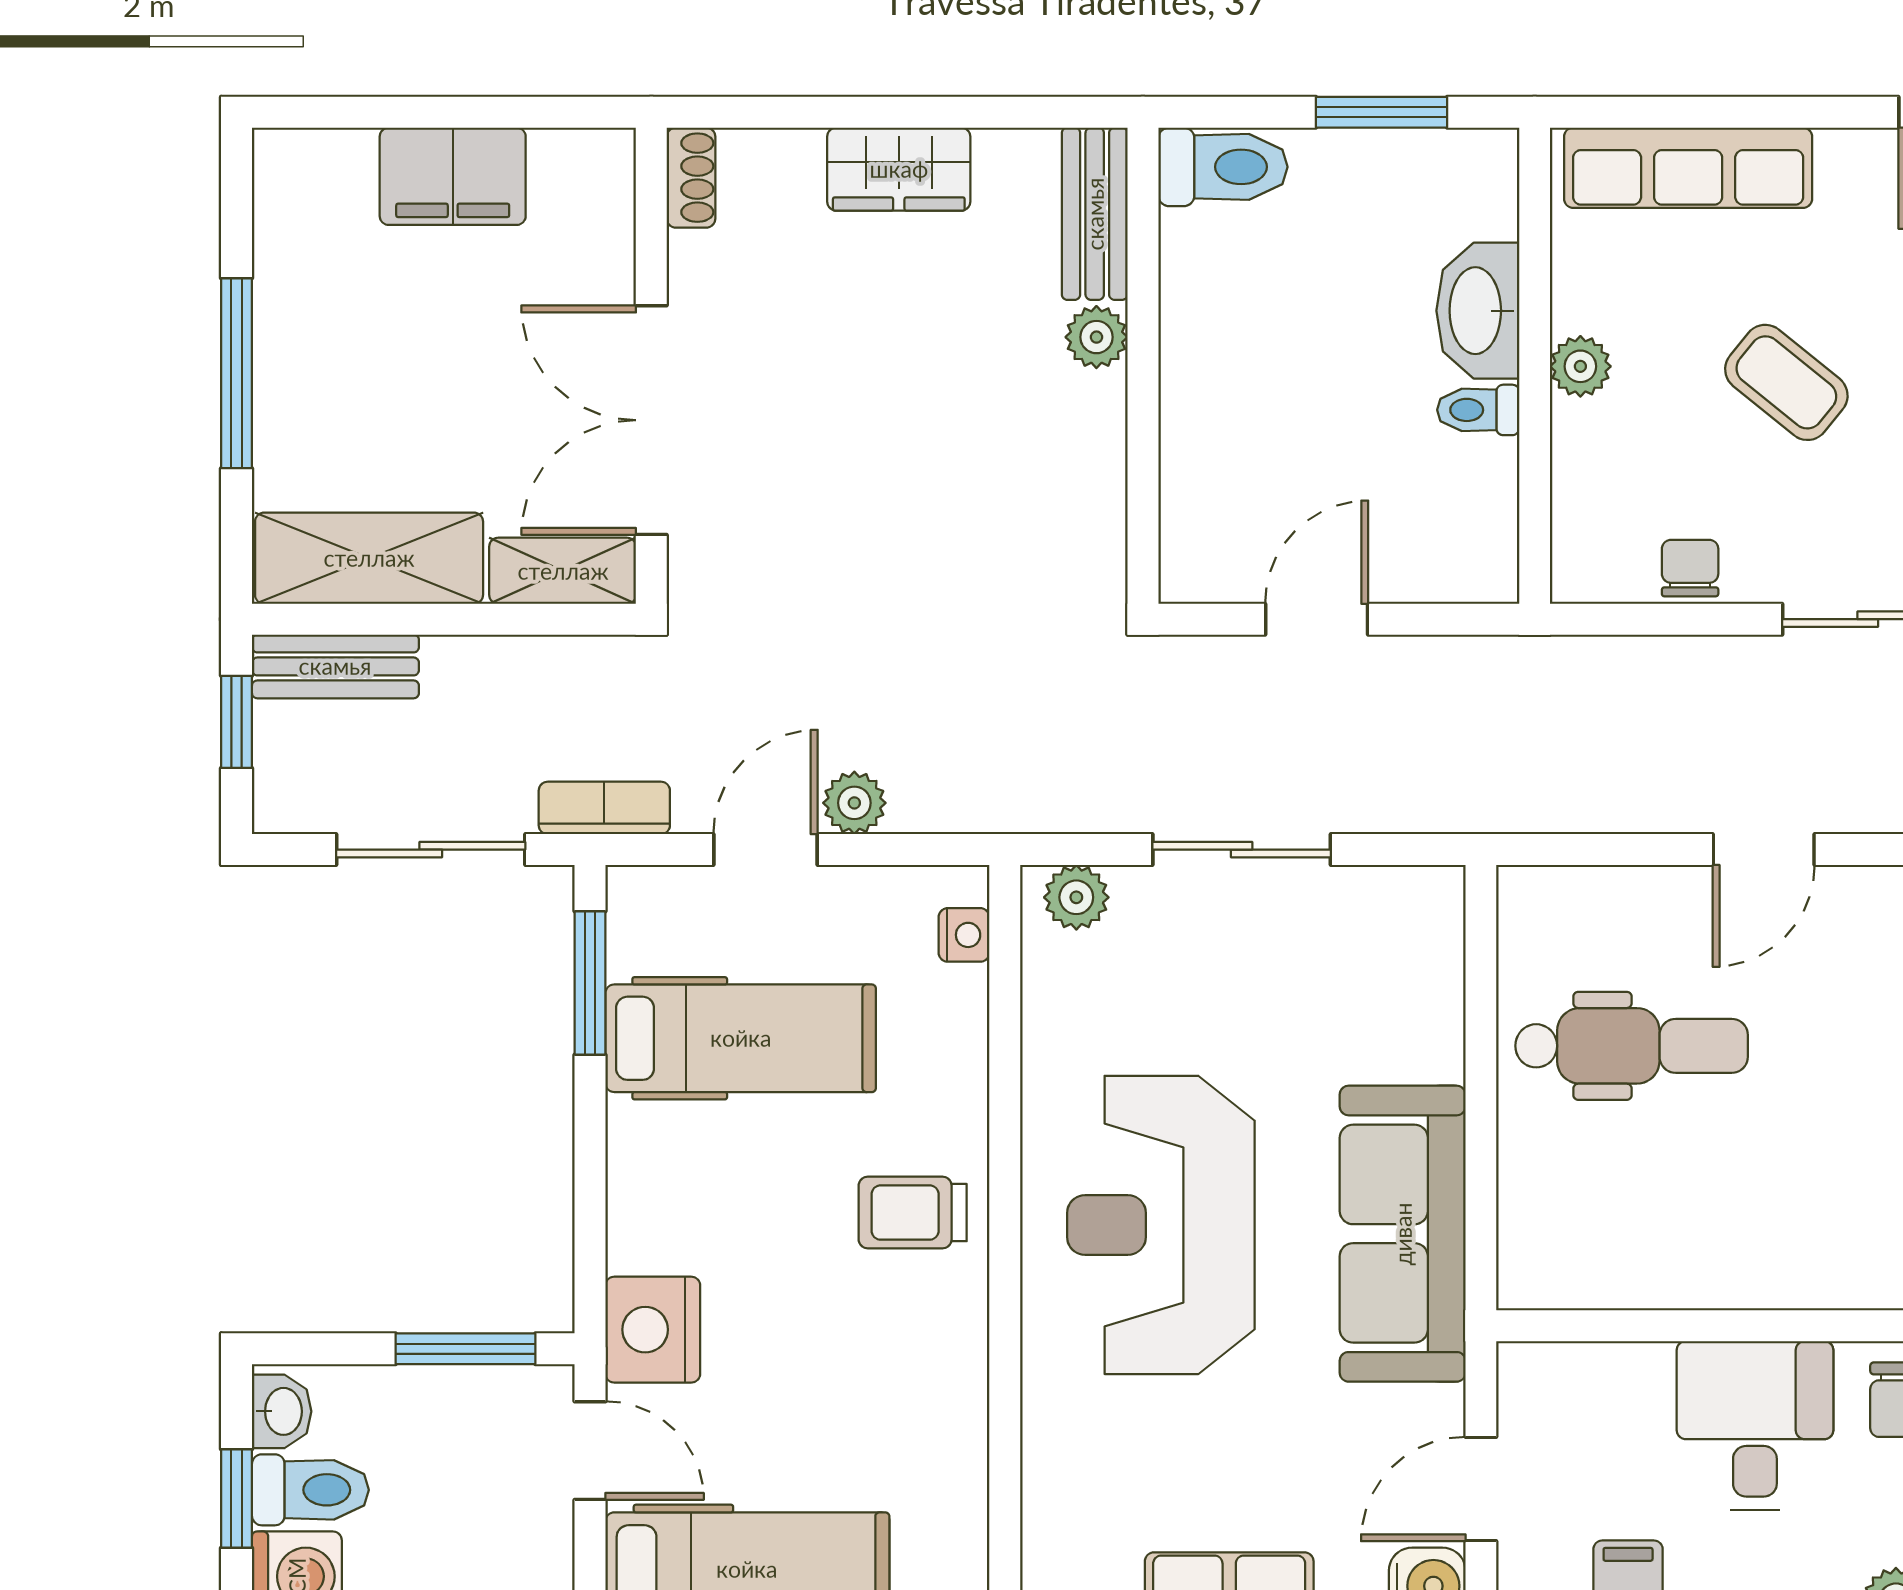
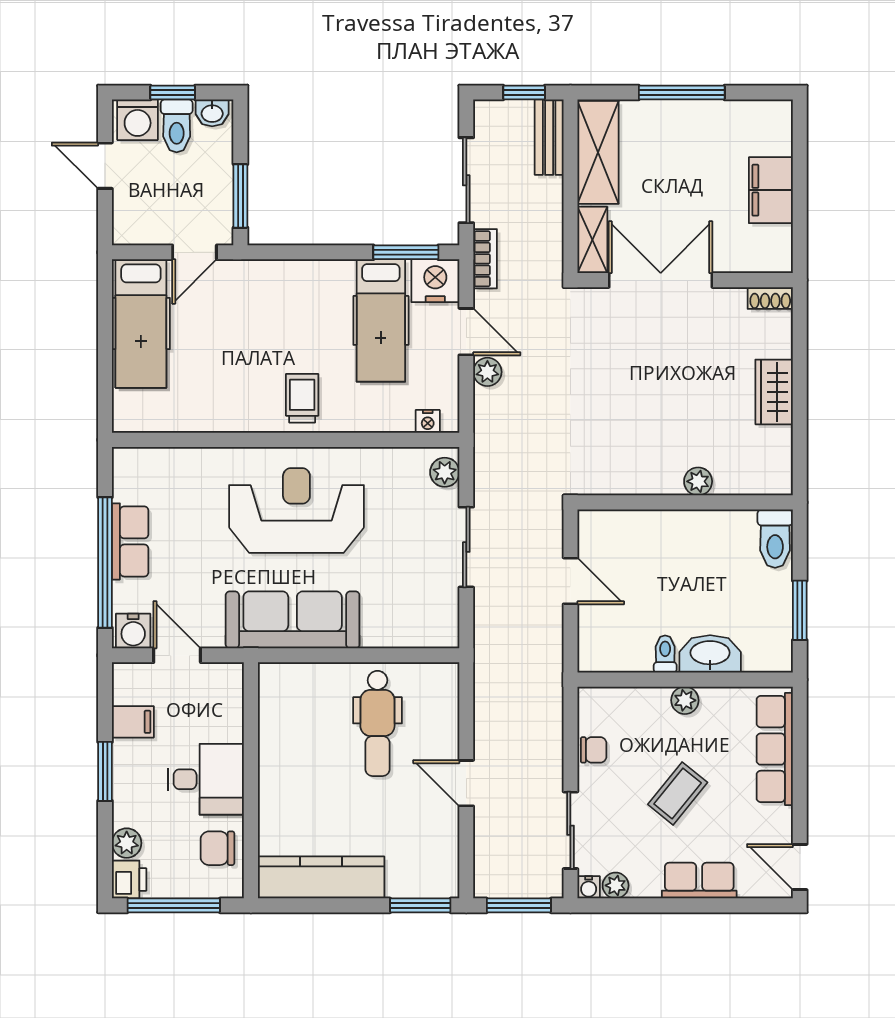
bench: (1095, 214) -> (754, 481), removed
nightstand: (653, 1330) -> (435, 281), moved

